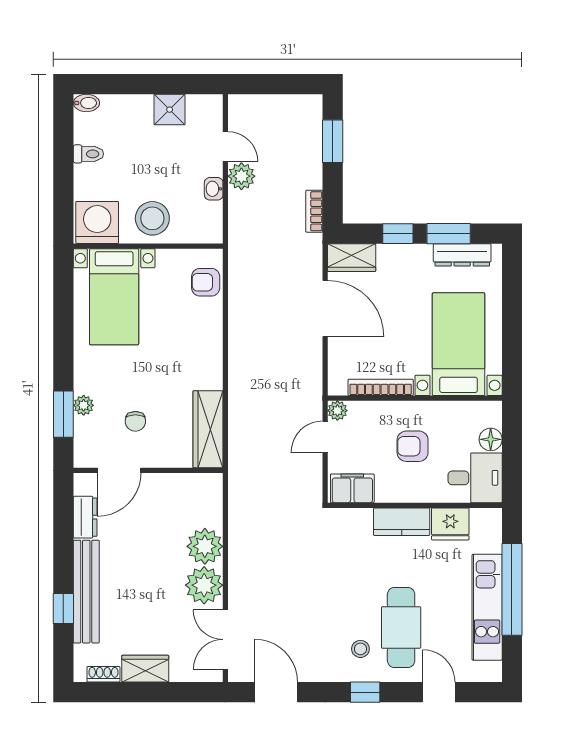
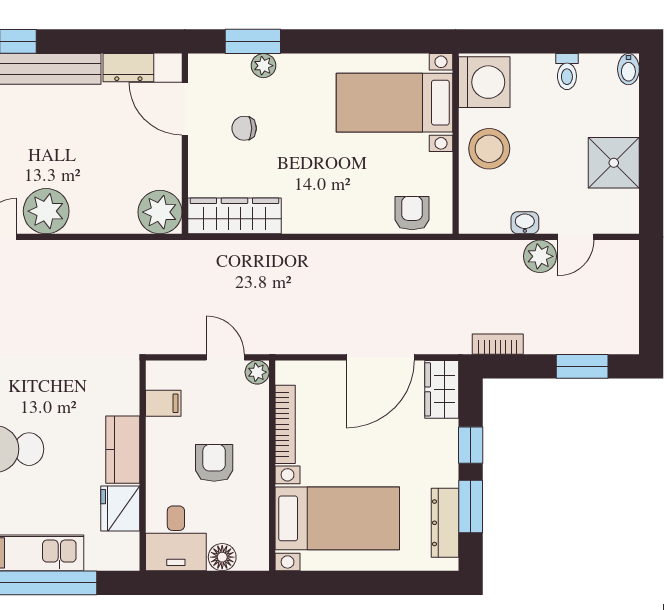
shower: (170, 110) -> (614, 163), width x1.36, depth x1.36
filing cabinet: (352, 488) -> (163, 403), width x0.50
plant: (205, 546) -> (160, 212), moved

